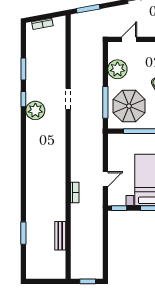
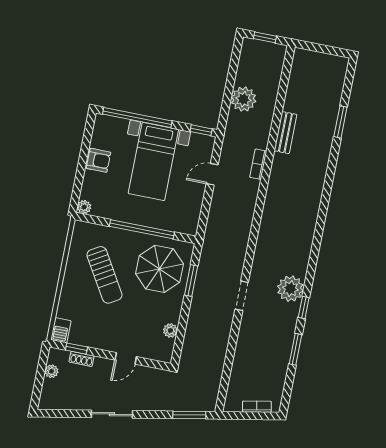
door: (129, 39) -> (126, 358), moved
plant: (117, 69) -> (170, 330), width x0.53, depth x0.53
window: (105, 102) -> (191, 281), width x0.69
bench: (60, 236) -> (285, 133), moved
plant: (94, 236) -> (243, 99), added

